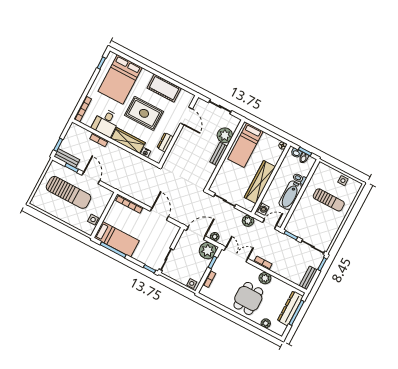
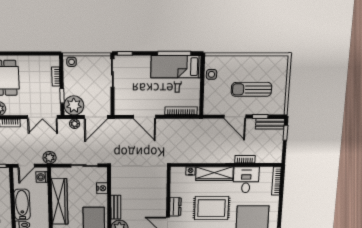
dresser: (165, 142) -> (175, 207), moved
nightstand: (221, 175) -> (102, 188), added
sun lounger: (69, 192) -> (251, 89), width x0.73, depth x0.75

